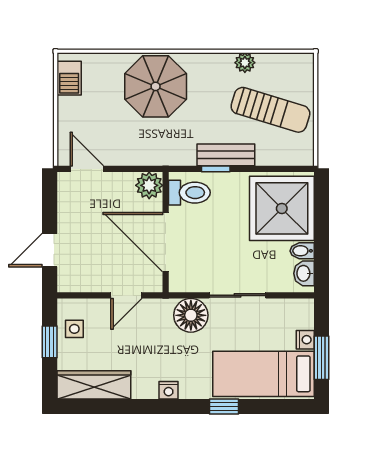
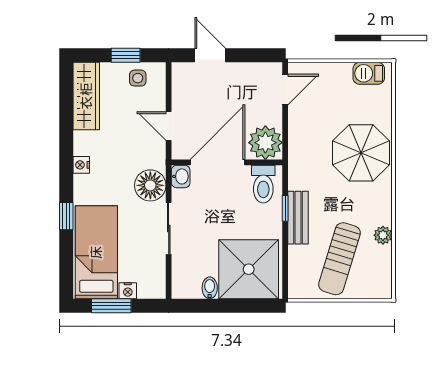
plant: (149, 185) -> (265, 143), width x1.36, depth x1.36
washbasin: (304, 273) -> (181, 176), moved, turned 90

